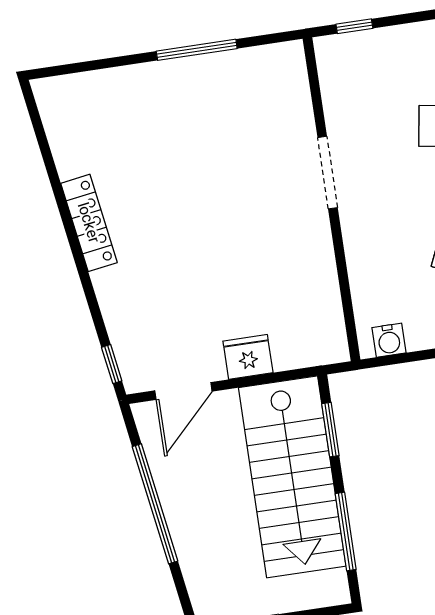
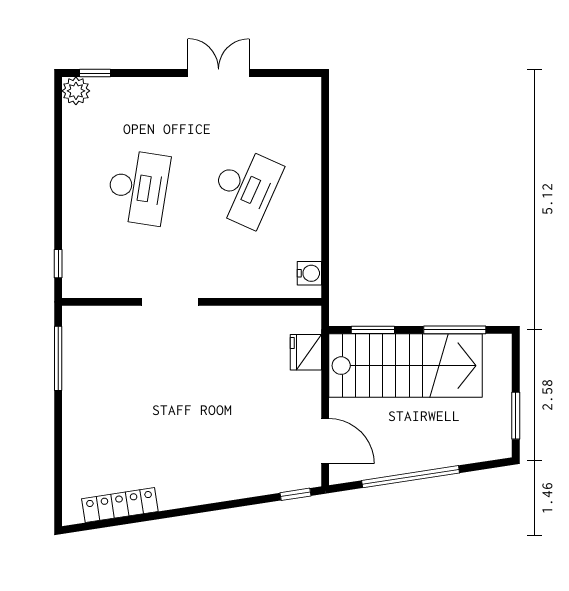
window: (197, 50) -> (58, 358), moved
locker: (89, 223) -> (120, 505), moved
fridge: (248, 357) -> (306, 352), moved

